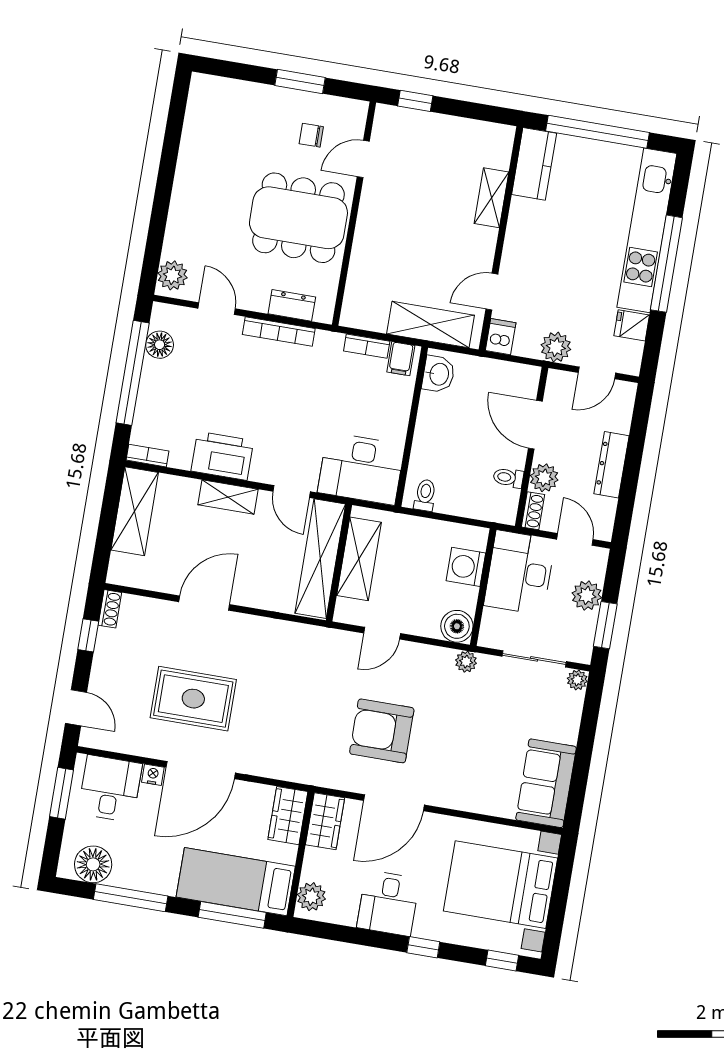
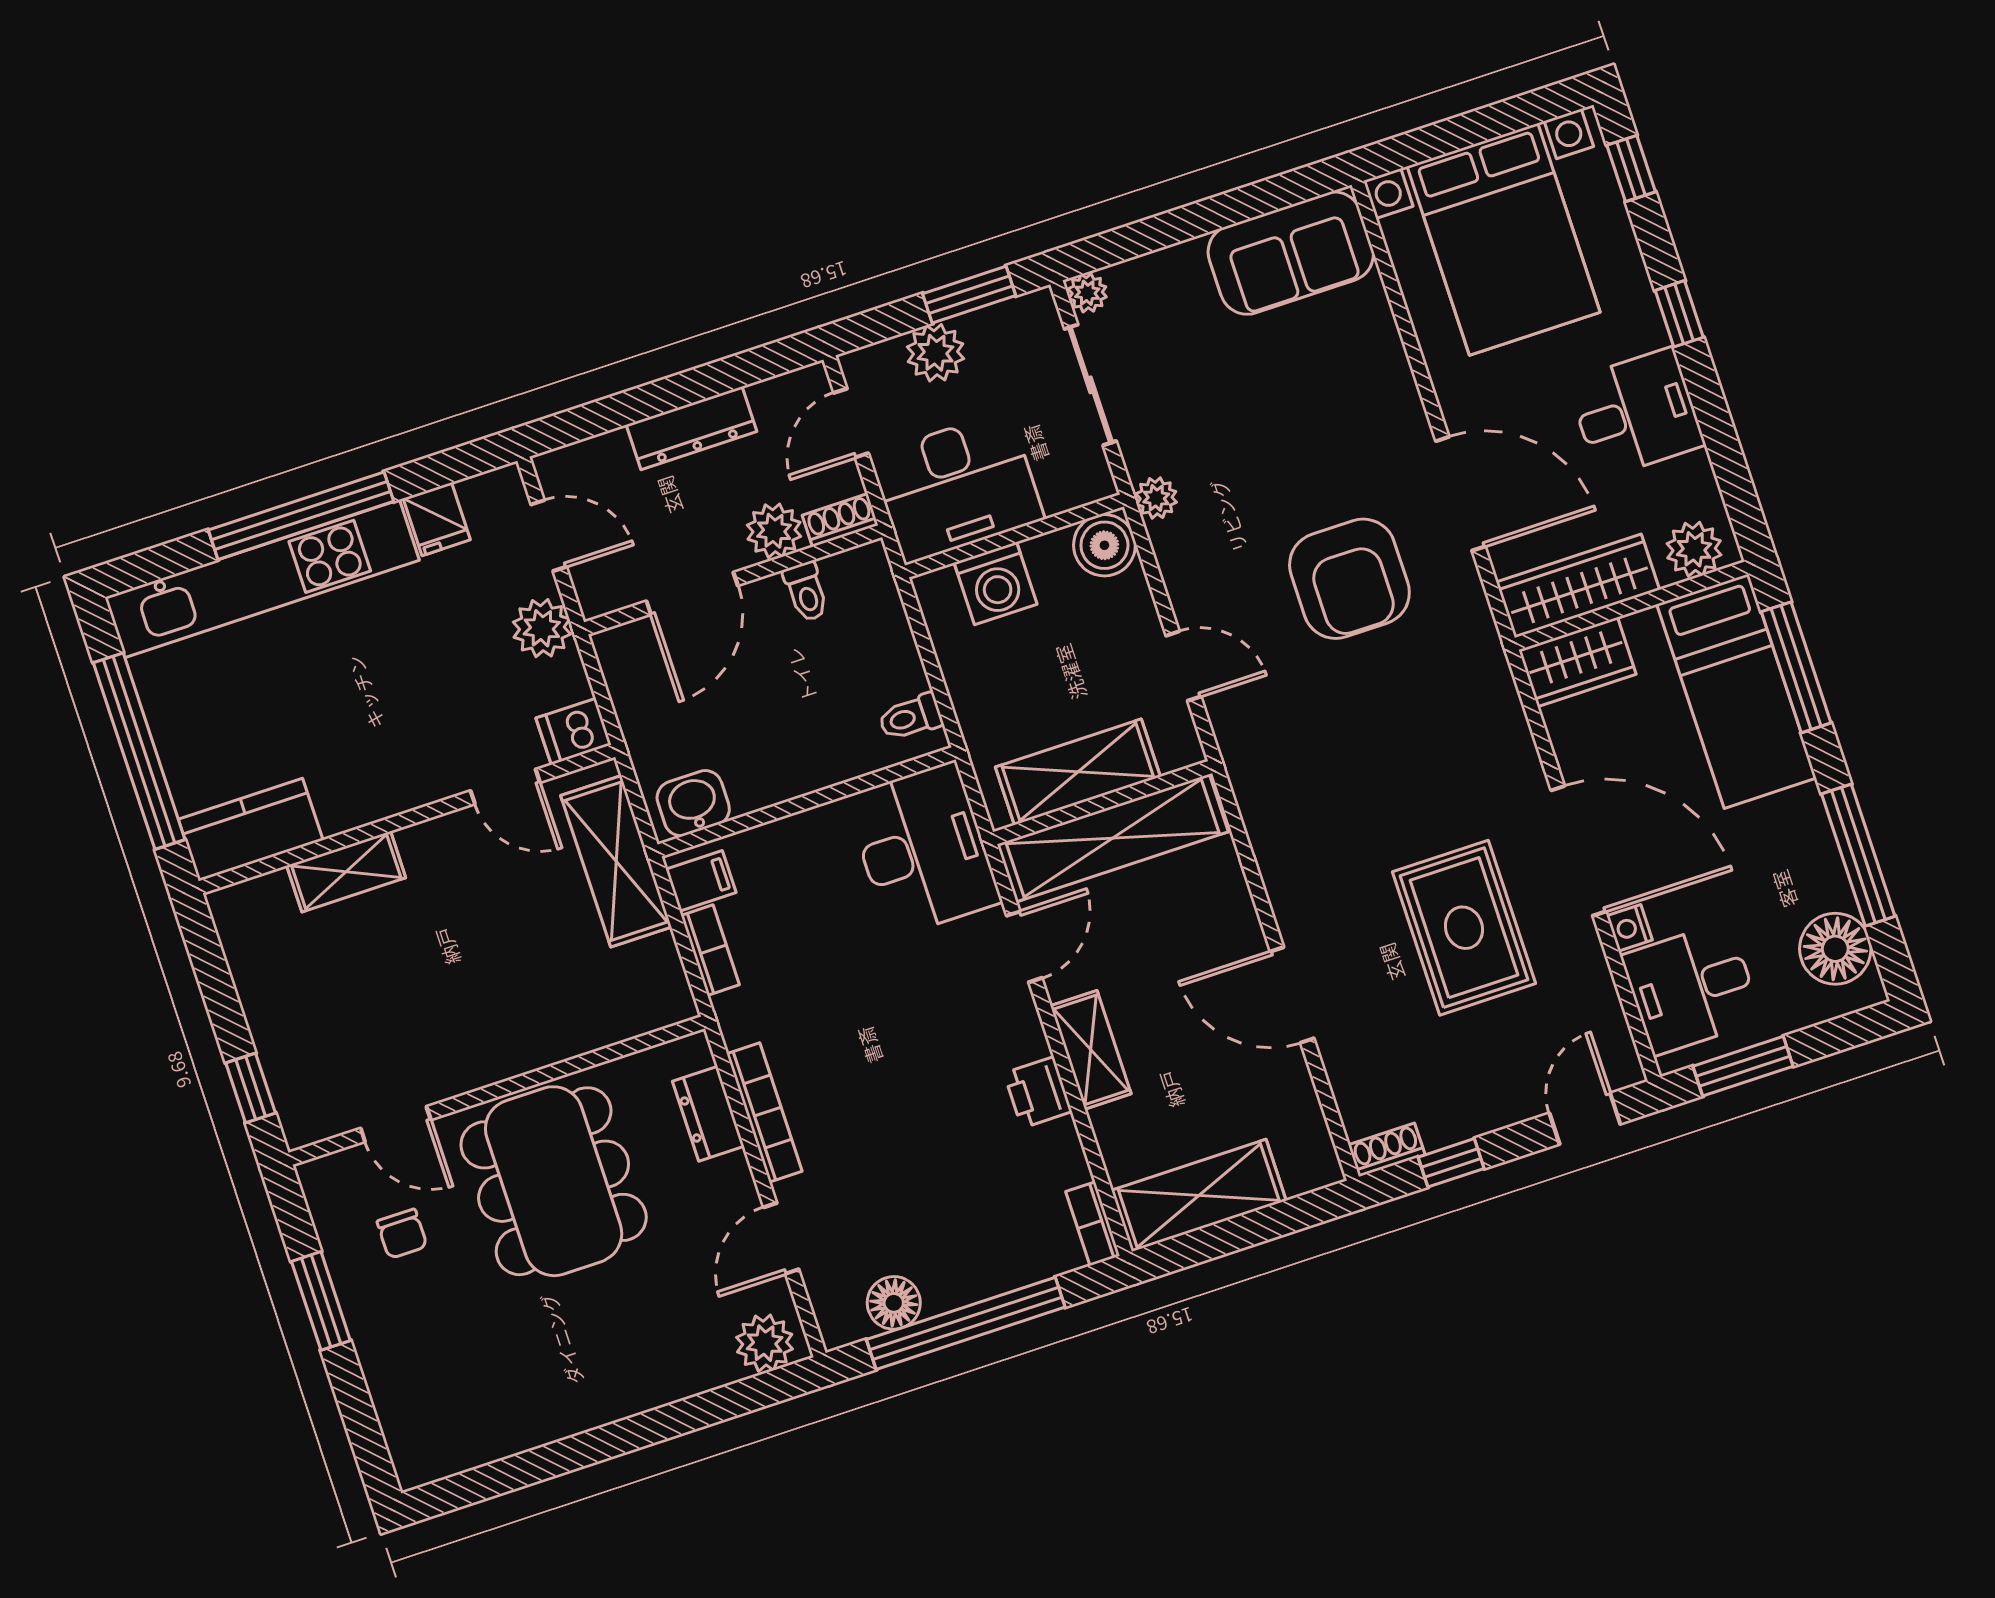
printer: (222, 456) -> (1038, 1092), width x0.53, depth x0.68
wardrobe: (325, 821) -> (1578, 586), width x1.50

